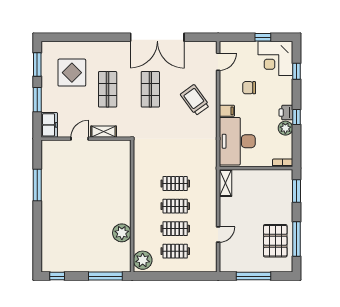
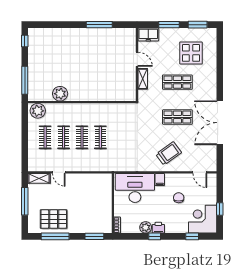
shelving: (226, 183) -> (39, 178), moved

